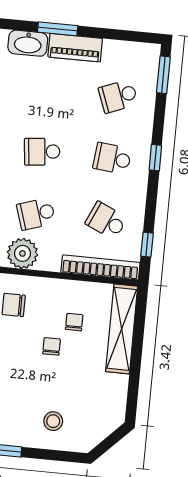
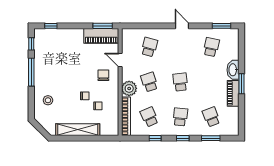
window: (163, 75) -> (211, 138), moved
school desk: (106, 221) -> (149, 117), turned -48
window: (147, 245) -> (155, 138), moved
plant: (22, 253) -> (129, 88), moved
shelving: (122, 329) -> (78, 130), moved

